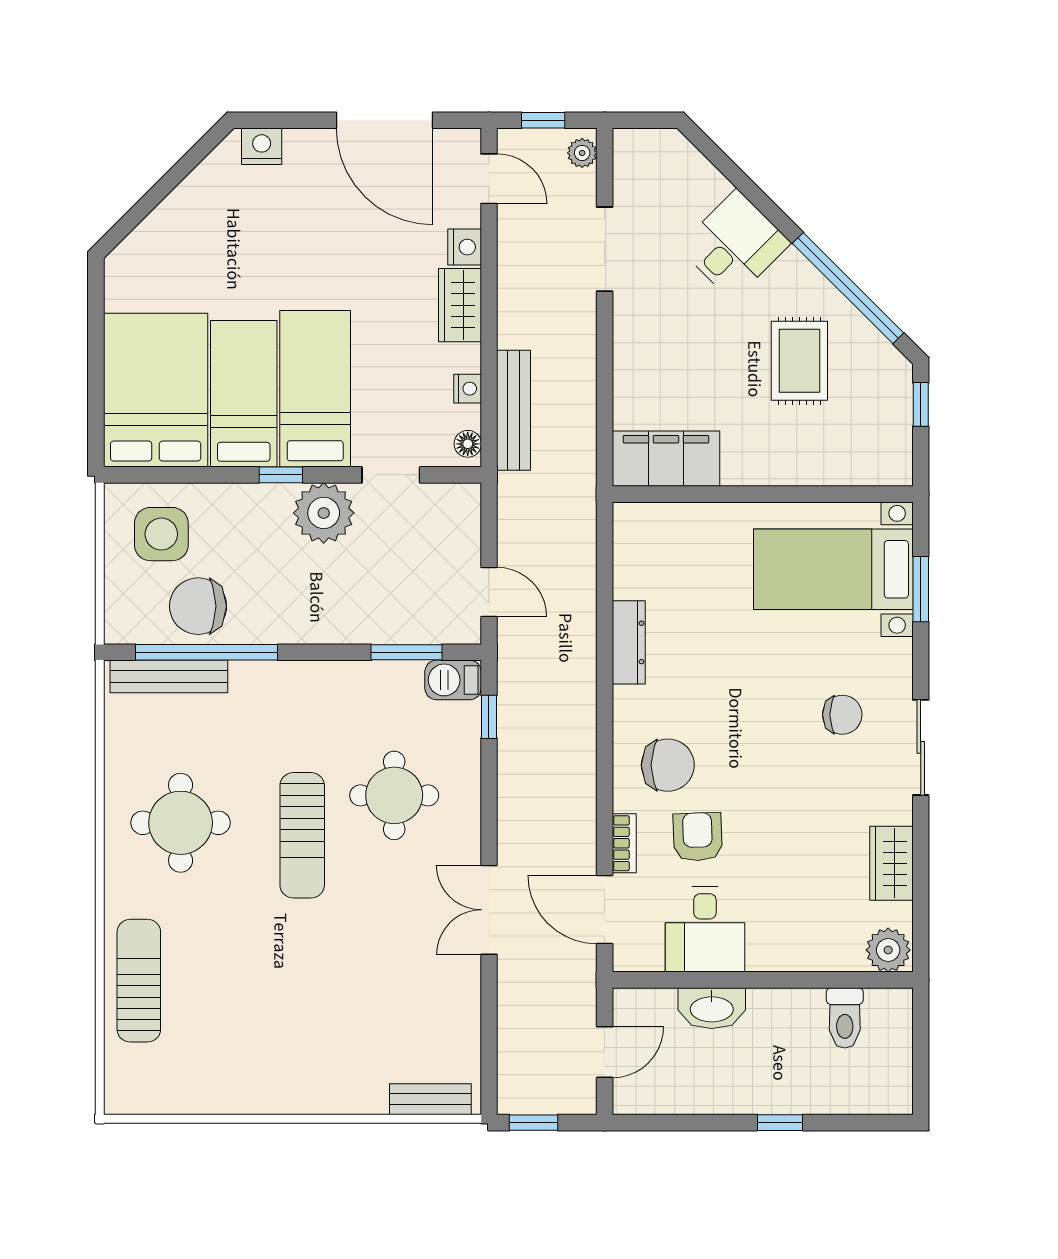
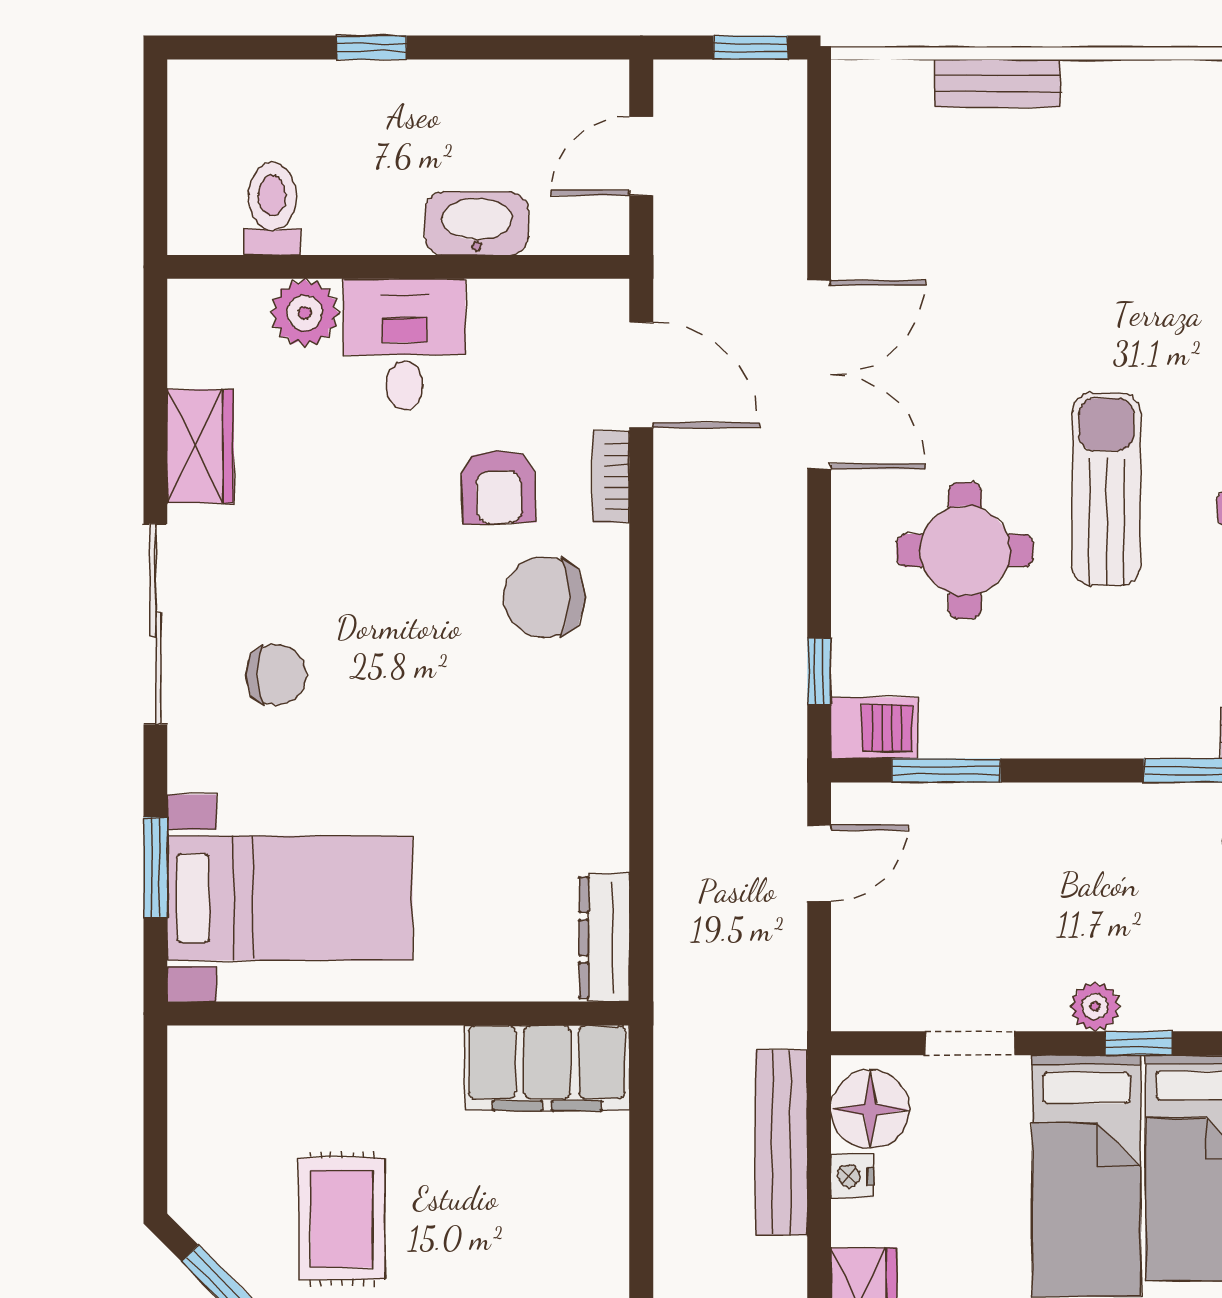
window: (921, 404) -> (155, 1152), removed
floor lamp: (468, 444) -> (870, 1109), width x1.89, depth x1.89
plant: (324, 513) -> (1095, 1006), width x0.53, depth x0.53
door: (489, 592) -> (819, 863), swing flipped
dresser: (629, 642) -> (604, 937), moved
chair: (842, 715) -> (276, 675), turned 180
sliding door: (921, 747) -> (155, 624), width x1.37
double door: (489, 910) -> (819, 375), width x1.37
desk: (705, 929) -> (404, 344), moved
plant: (888, 950) -> (305, 313), moved
bench: (430, 1099) -> (997, 83), moved

